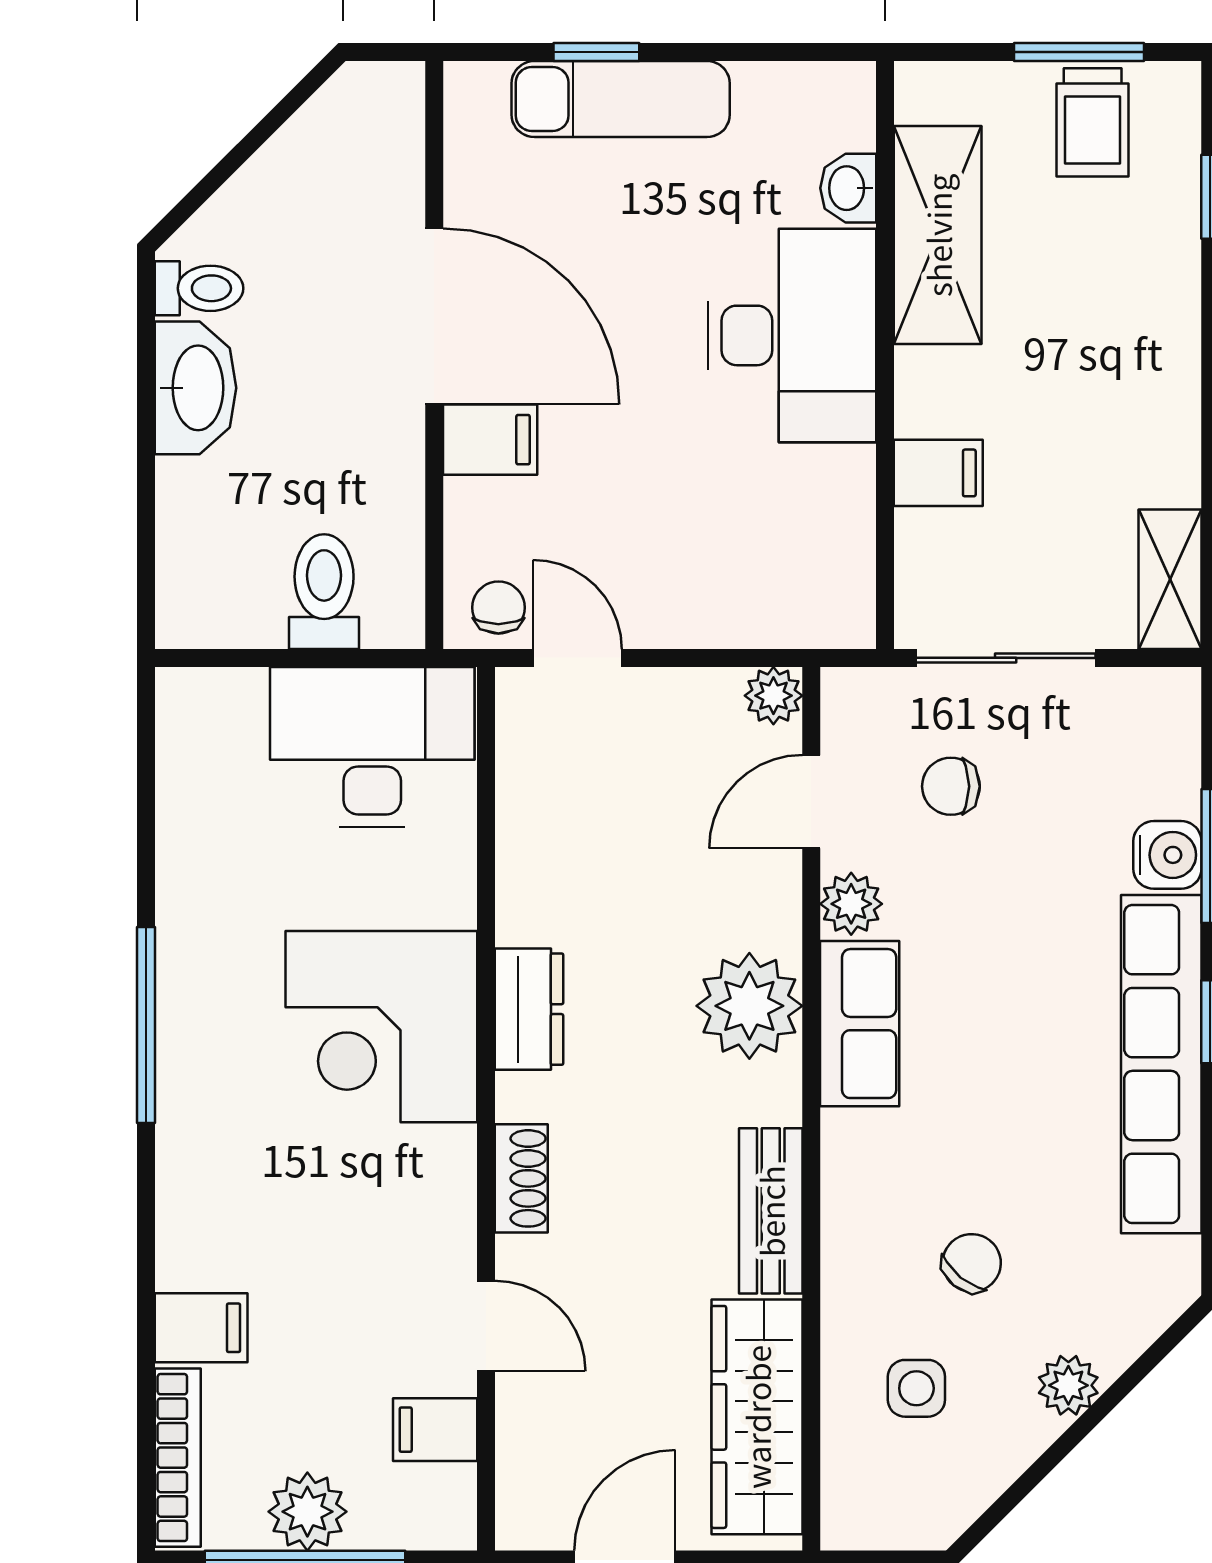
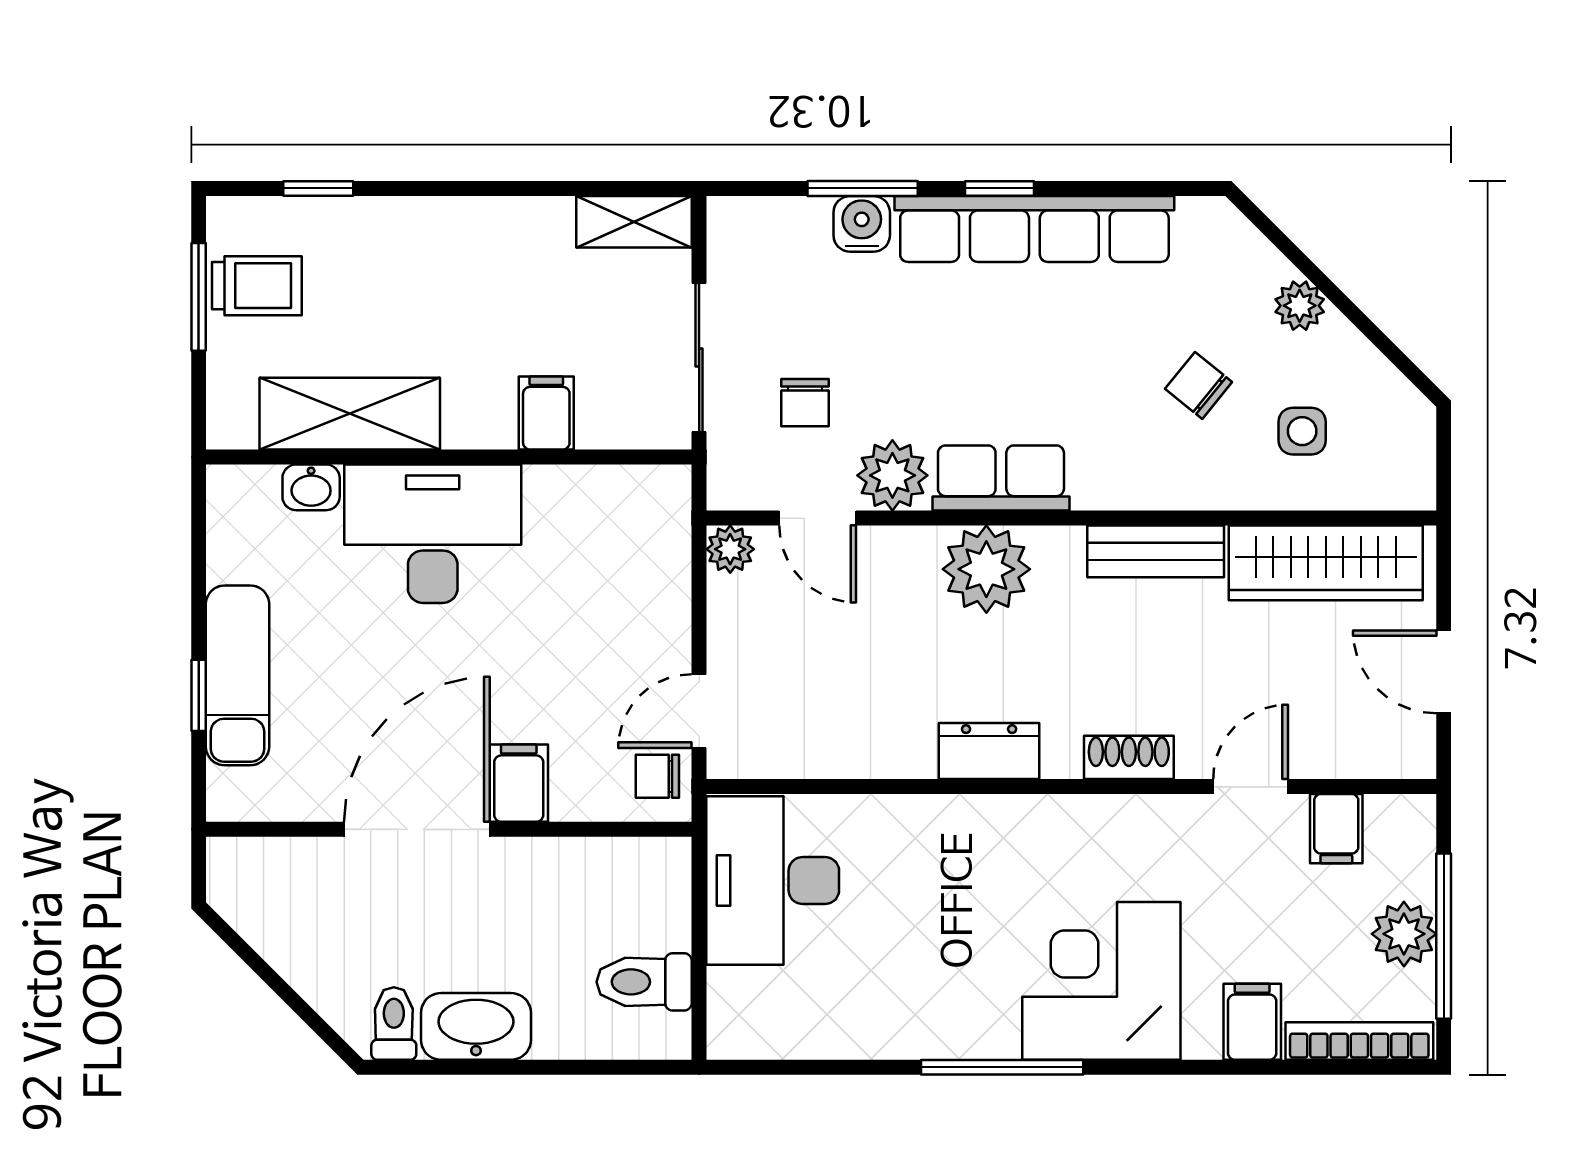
toilet: (324, 592) -> (644, 982), moved
plant: (851, 904) -> (892, 475), width x1.38, depth x1.38
corner desk: (381, 1027) -> (1101, 981), moved, turned 180

